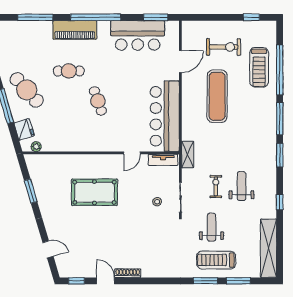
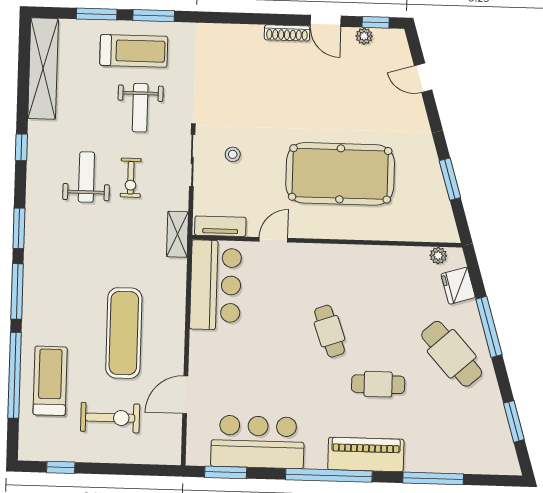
exercise bike: (224, 47) -> (110, 418), turned 180
bar counter: (165, 116) -> (216, 285), width x0.73
weight bench: (241, 186) -> (86, 177), turned 180
pool table: (94, 192) -> (340, 174), width x1.36, depth x1.32
plant: (83, 273) -> (364, 36), added

